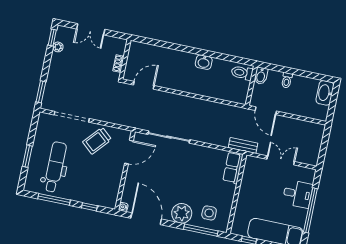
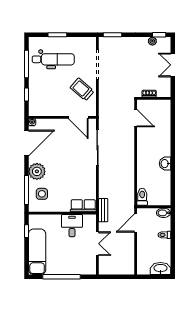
toilet: (242, 73) -> (142, 197), moved
desk: (298, 194) -> (72, 226), moved, turned 180

